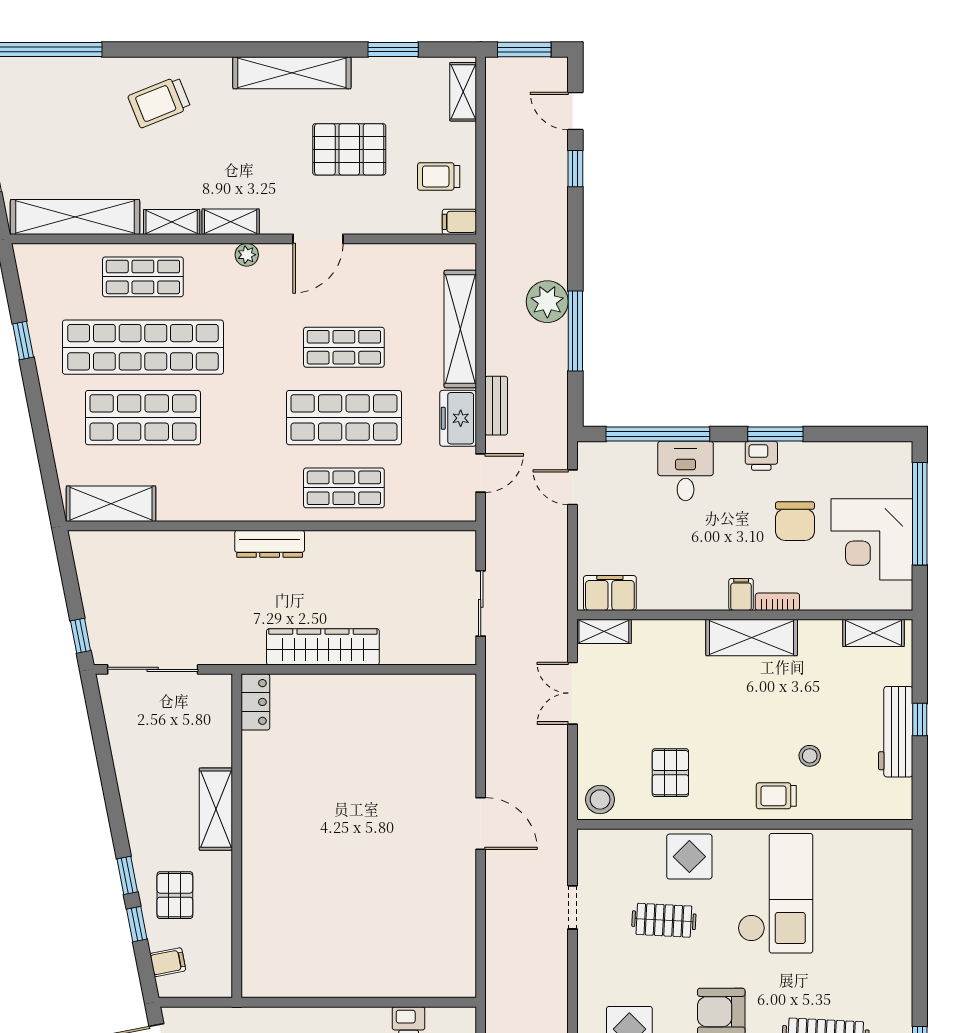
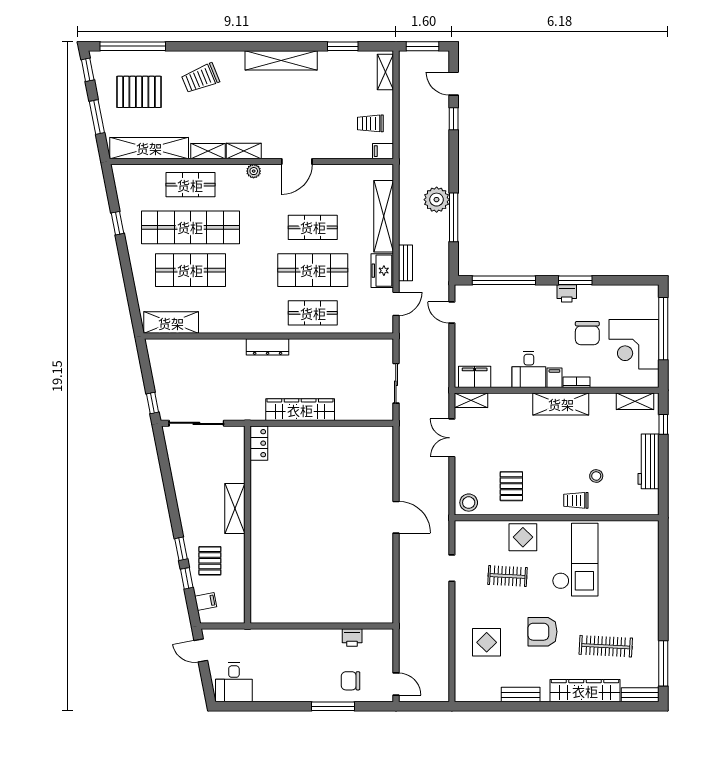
pallet: (349, 149) -> (139, 92), moved
desk: (686, 471) -> (529, 369), moved, turned 180
window: (920, 720) -> (663, 424), moved

